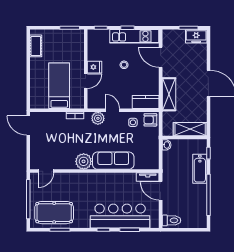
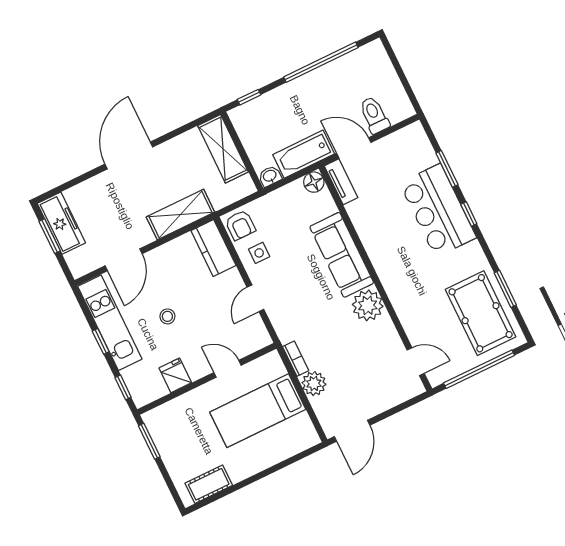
freezer: (196, 36) -> (61, 223), width x1.40
fridge: (95, 67) -> (175, 375), moved
plant: (98, 118) -> (314, 384), moved
floor lamp: (154, 164) -> (314, 182), added
bathtub: (200, 169) -> (304, 154), moved, turned 180
door: (161, 191) -> (354, 148), swing flipped
bar counter: (120, 216) -> (438, 210), width x0.73
toilet: (171, 220) -> (374, 115), moved

